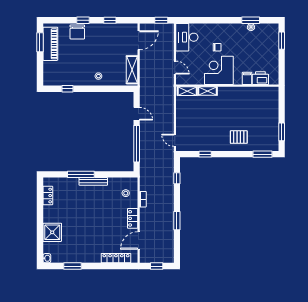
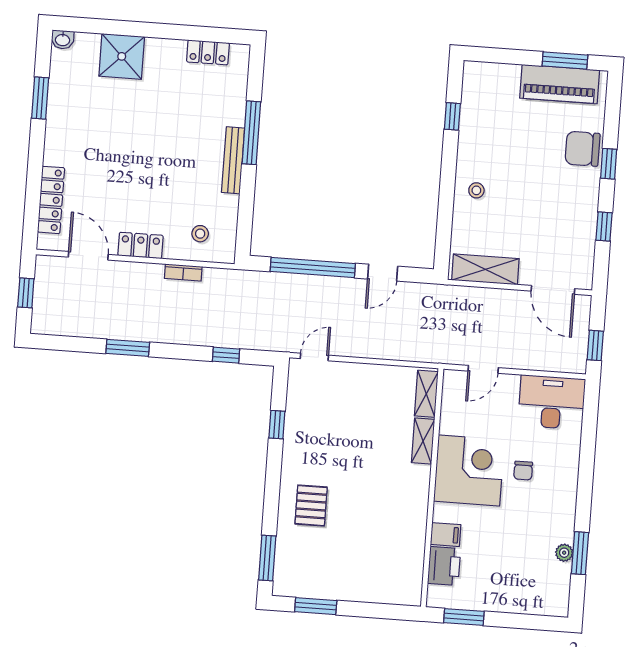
window: (282, 41) -> (464, 617), moved

